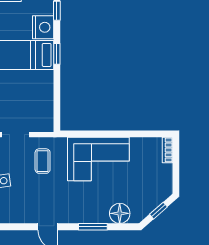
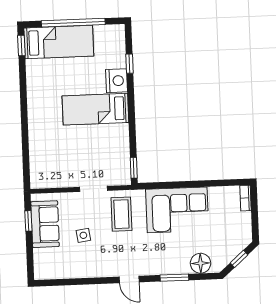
window: (57, 54) -> (134, 168), moved
coffee table: (43, 161) -> (121, 214), width x1.36, depth x1.30

